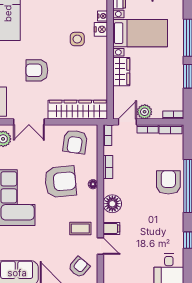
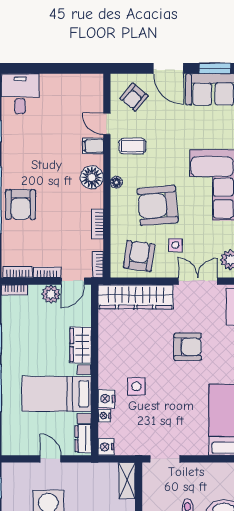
side table: (46, 150) -> (175, 245), added
floor lamp: (93, 184) -> (116, 182), moved

